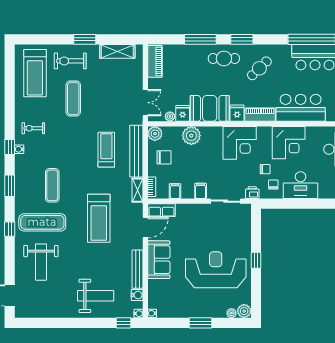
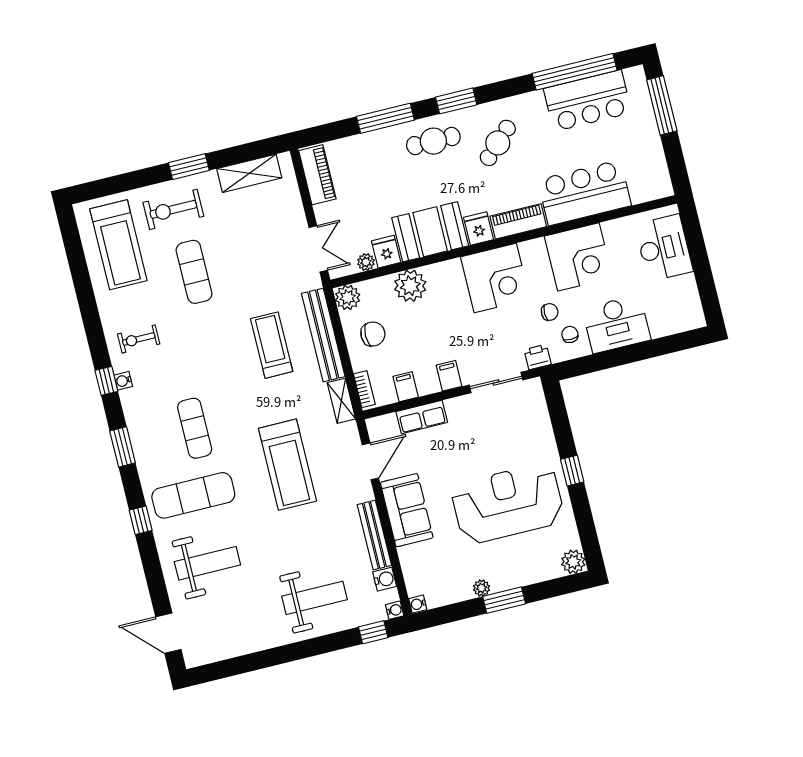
row of seats: (161, 210) -> (422, 417), moved
weight bench: (41, 262) -> (207, 563), turned -90
plant: (231, 313) -> (482, 588), moved

